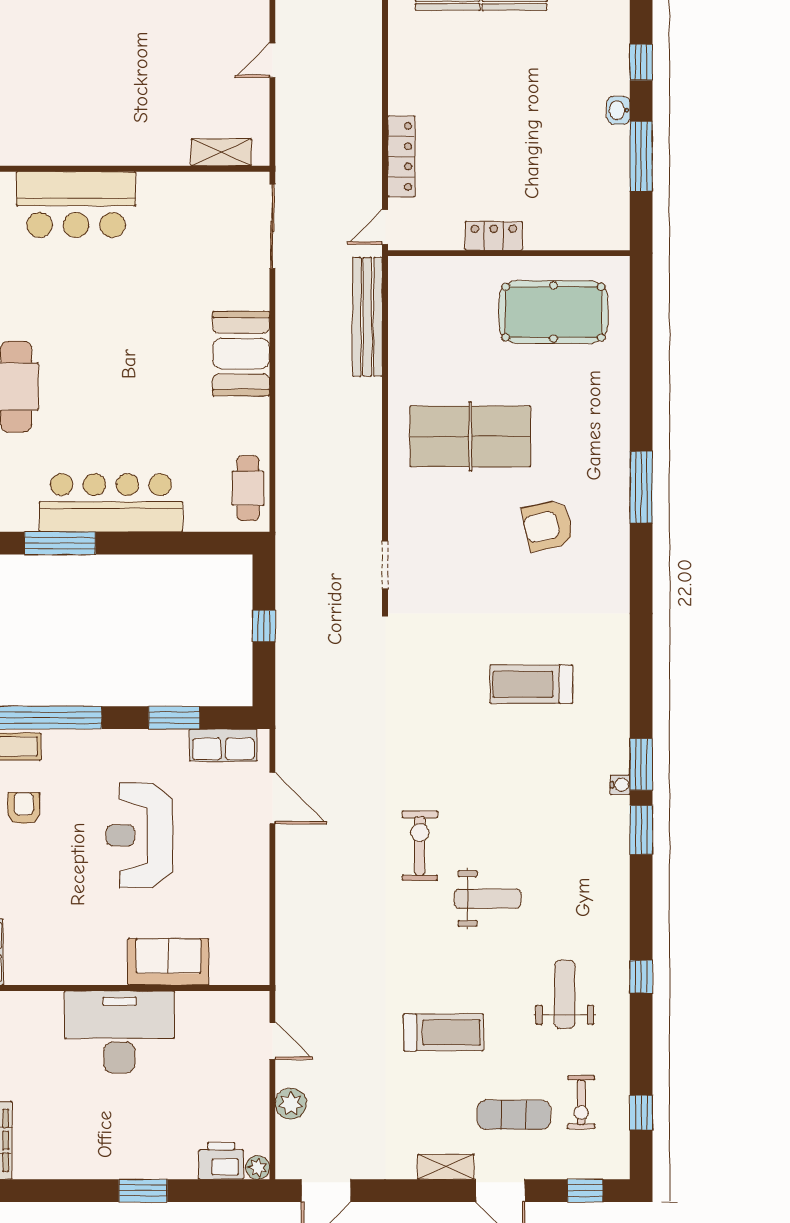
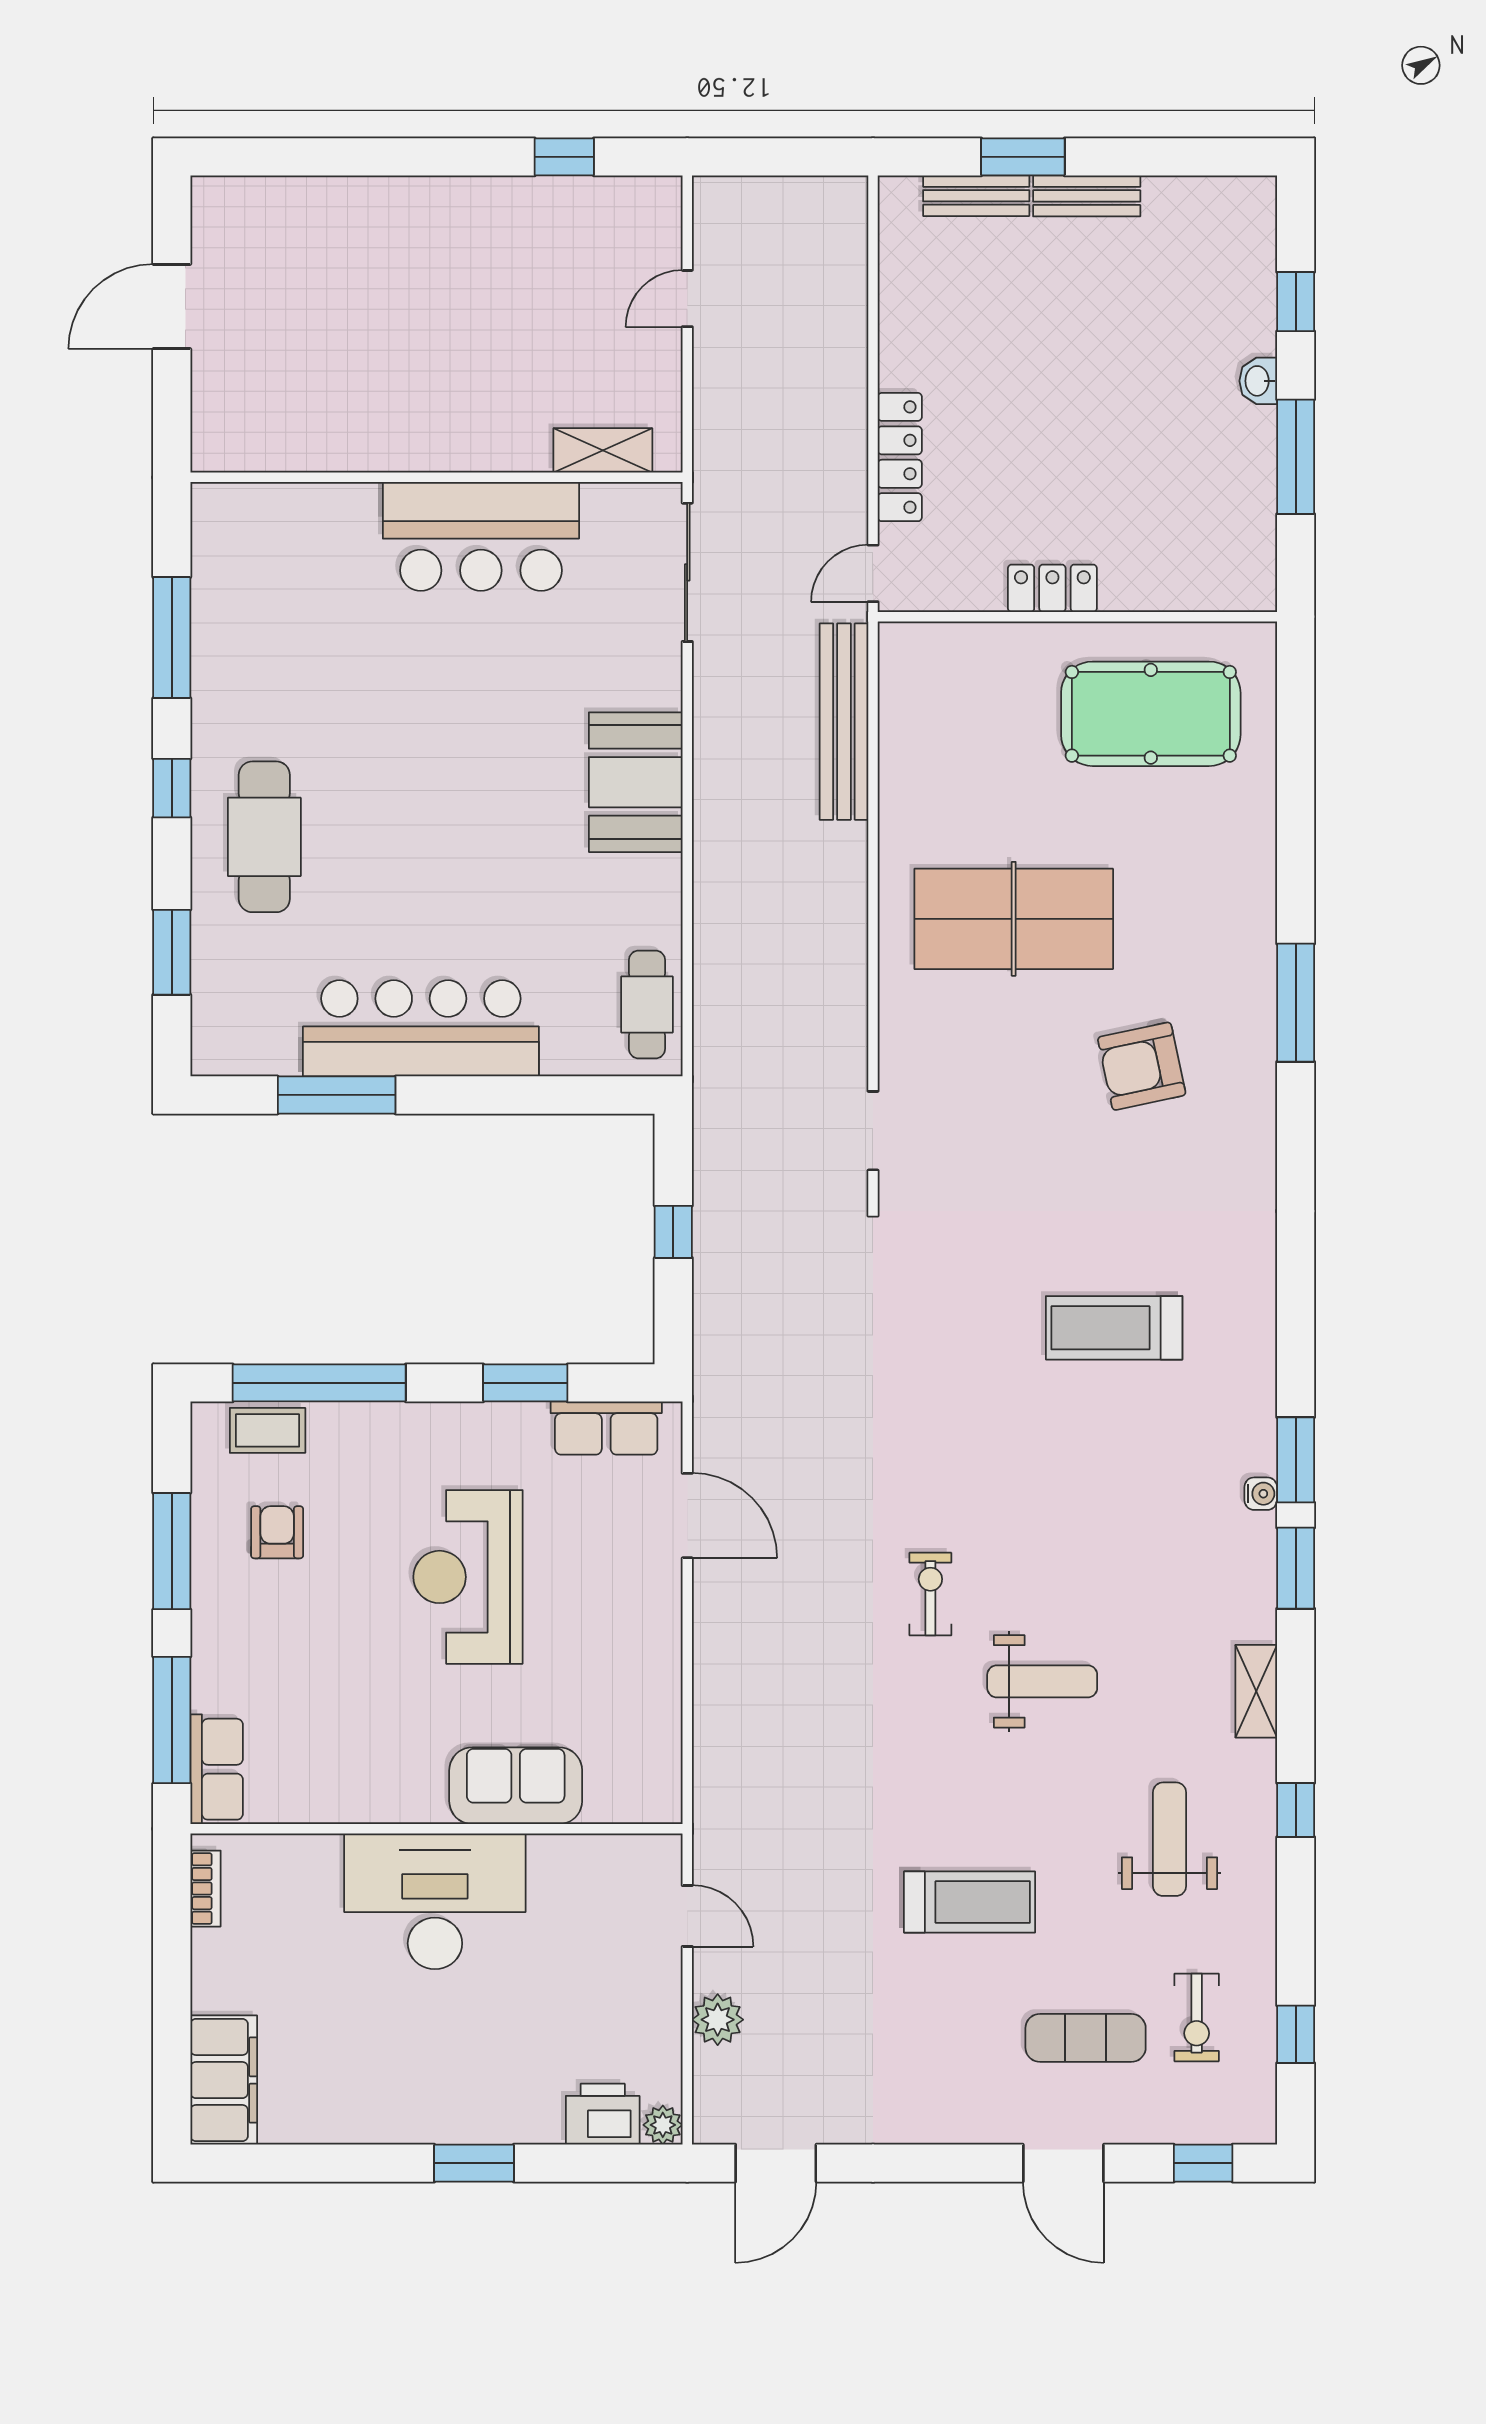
bar counter: (76, 205) -> (481, 536), moved
exercise bike: (420, 846) -> (930, 1594), width x0.73, depth x0.72
shelving: (446, 1167) -> (1256, 1691), moved, turned 90

